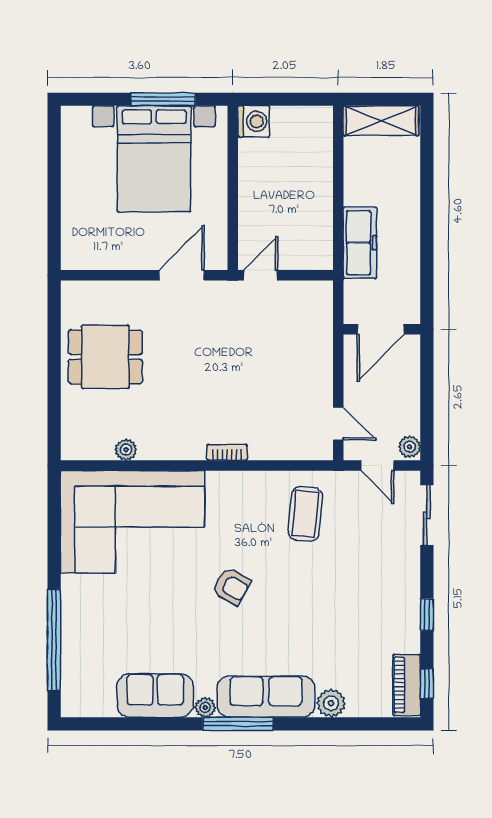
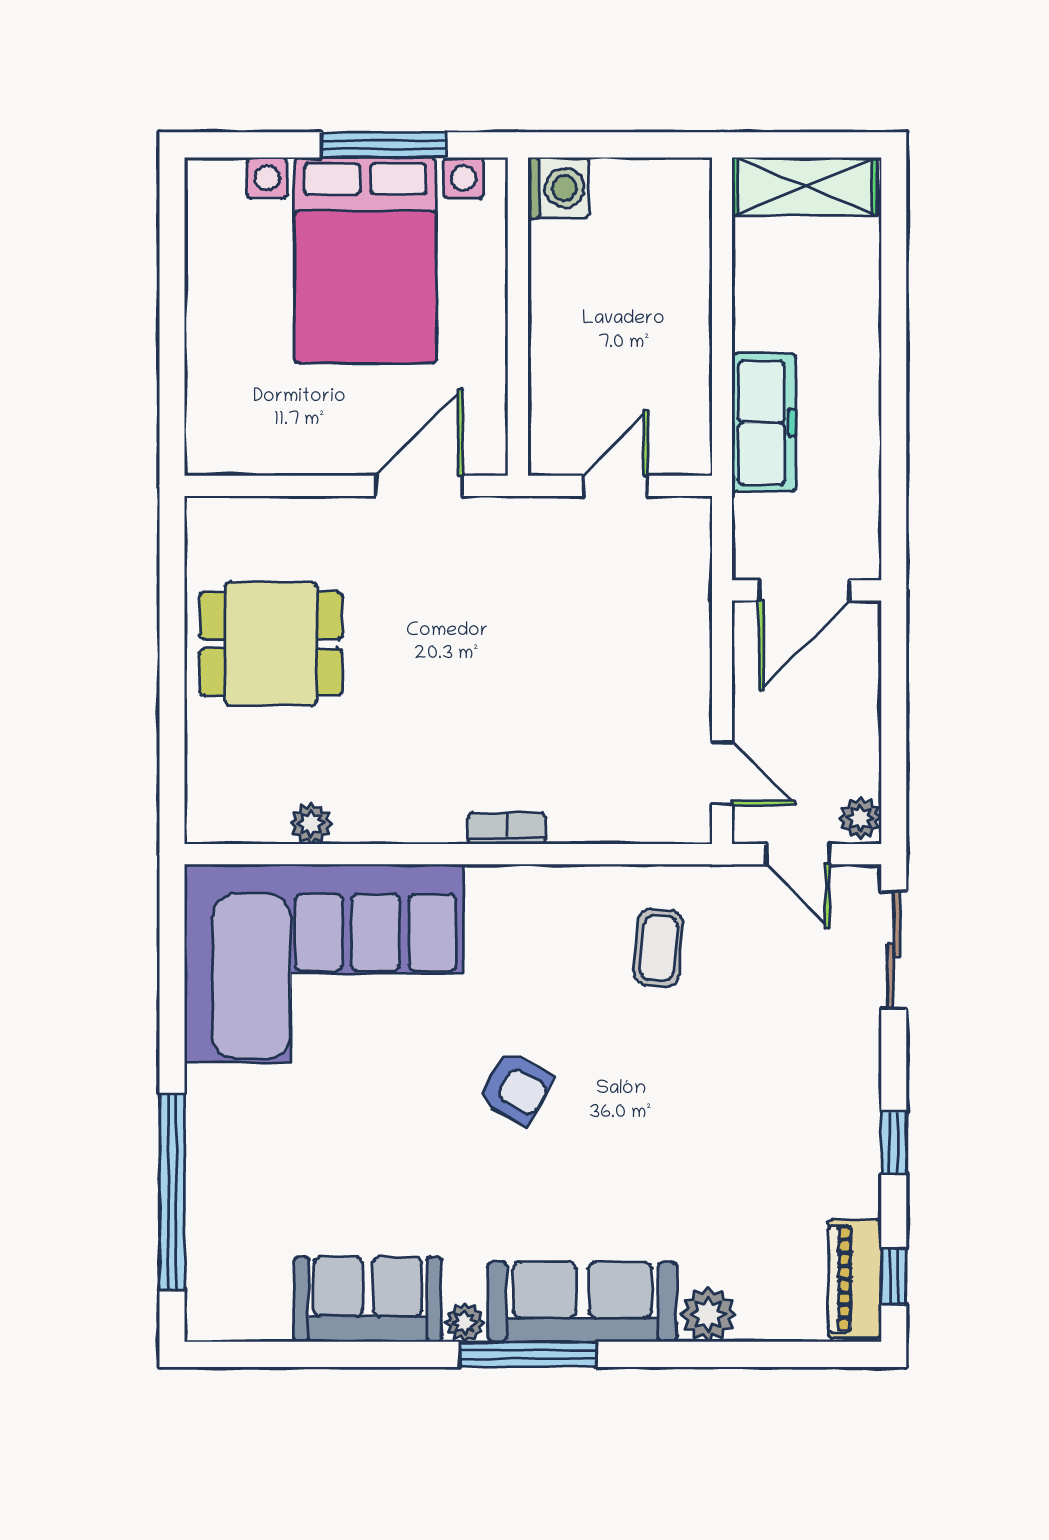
door: (261, 275) -> (615, 486), moved
coffee table: (305, 514) -> (658, 948), width x0.73, depth x0.77

